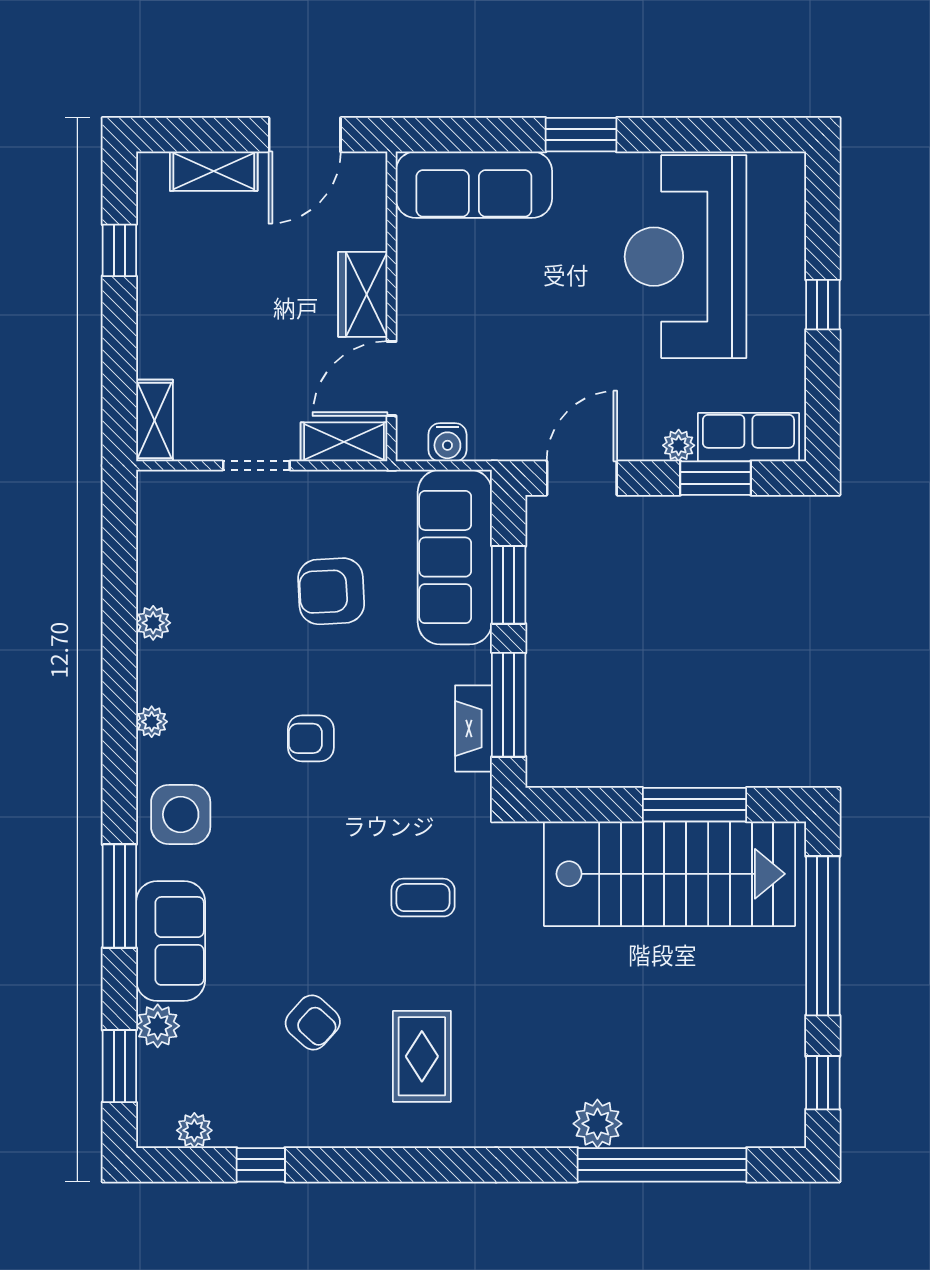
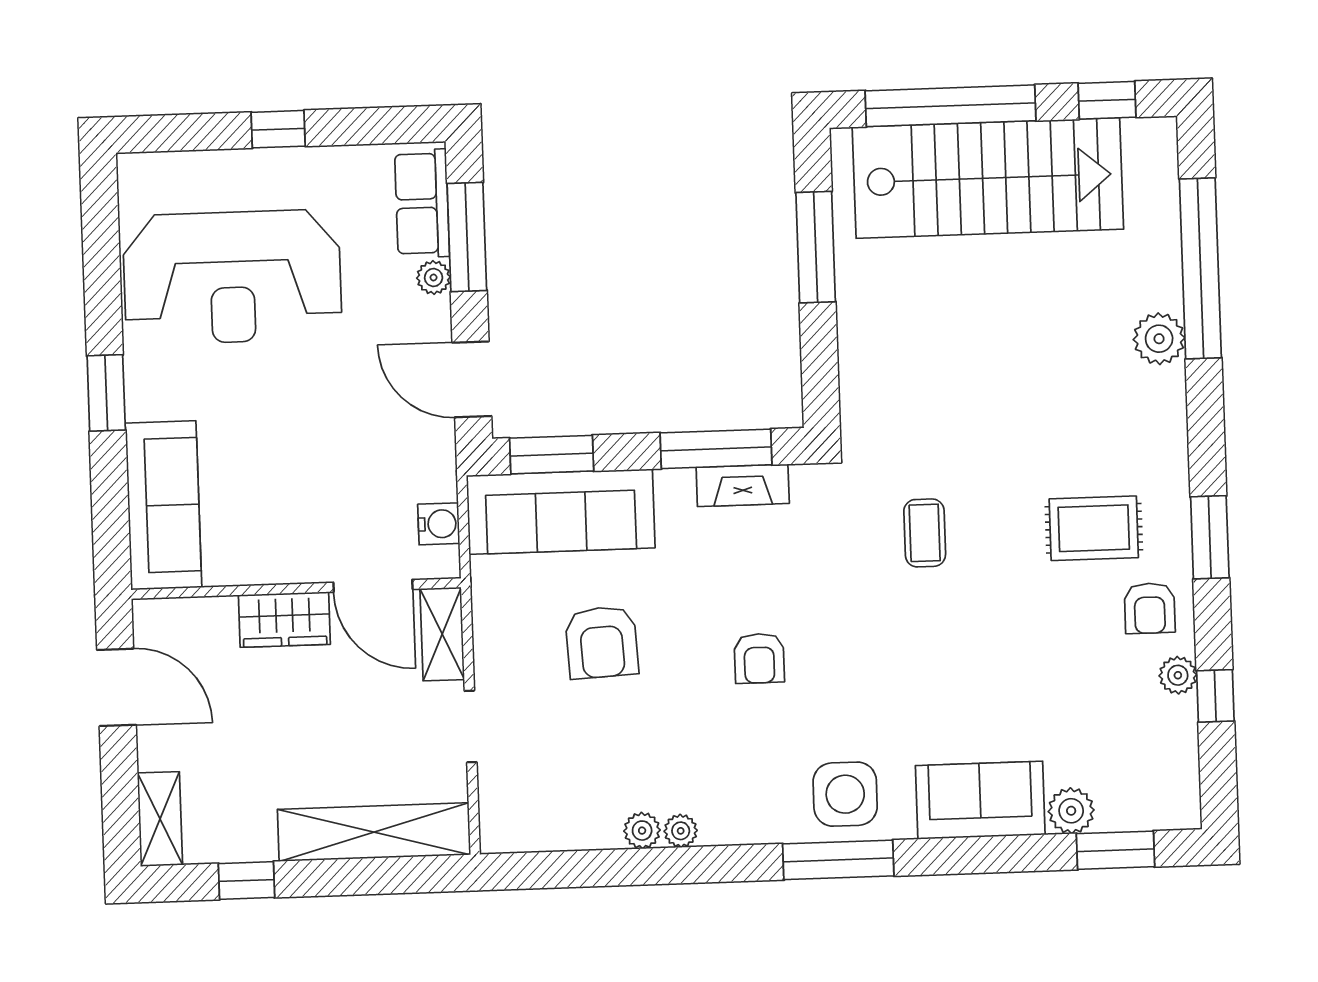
shelving: (214, 171) -> (160, 819), moved
shelving: (154, 420) -> (374, 832), width x2.20, depth x1.33
window: (716, 478) -> (467, 237), width x1.44
window: (509, 585) -> (552, 455), moved
plant: (152, 722) -> (681, 831), moved
stairs: (669, 874) -> (988, 178), moved, turned 90
window: (119, 896) -> (838, 860), moved
armchair: (313, 1022) -> (1150, 608), moved, turned 138
plant: (194, 1130) -> (1178, 675), moved
window: (410, 1165) -> (1210, 537), added

